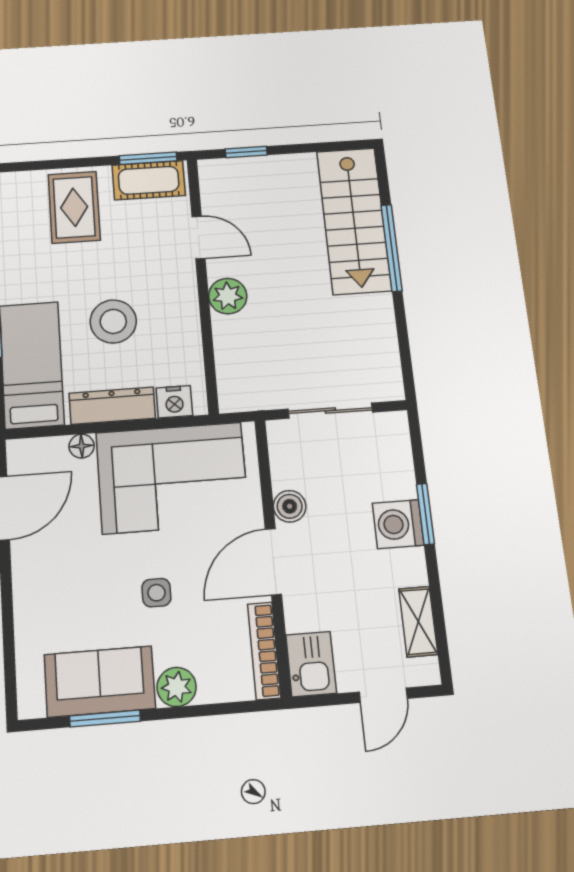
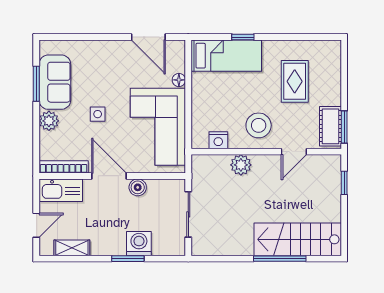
rug: (74, 207) -> (295, 81), moved, turned 90
plant: (228, 296) -> (241, 165), moved
stool: (113, 321) -> (259, 125), moved
nightstand: (174, 402) -> (218, 140), moved, turned -90
dresser: (112, 406) -> (200, 98), removed
washing machine: (398, 524) -> (139, 244), moved
kitchen sink: (311, 664) -> (61, 190), width x1.38
door: (383, 695) -> (36, 225), swing flipped

